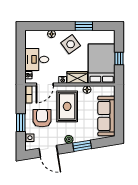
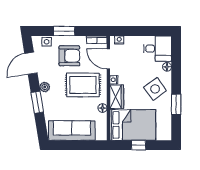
desk: (37, 59) -> (158, 49), moved, turned 90

